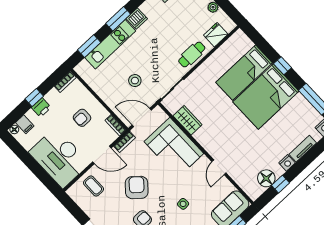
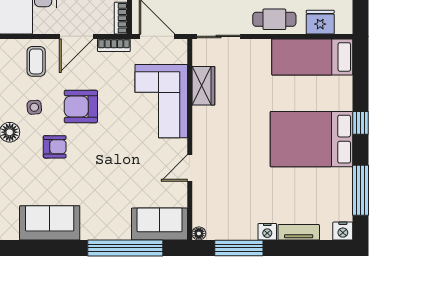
bed: (244, 73) -> (312, 57), moved
door: (102, 155) -> (76, 36), hinge flipped
floor lamp: (266, 178) -> (199, 233), moved, width x0.53, depth x0.53
window: (280, 184) -> (239, 248), width x2.17
armchair: (137, 187) -> (81, 106), turned -131
side table: (183, 204) -> (34, 107), moved

